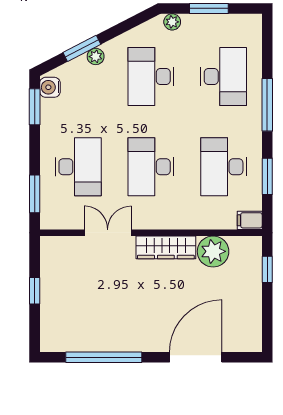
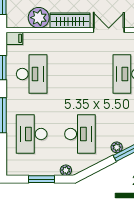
desk: (151, 167) -> (80, 74), removed
double door: (108, 233) -> (109, 30), swing flipped

